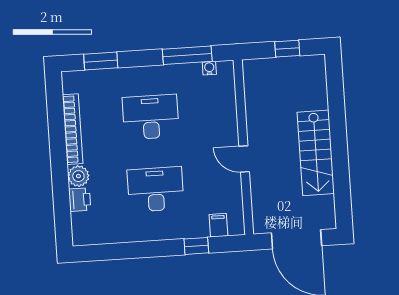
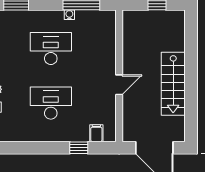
water cooler: (209, 68) -> (69, 15), moved
door: (244, 159) -> (119, 85), swing flipped

